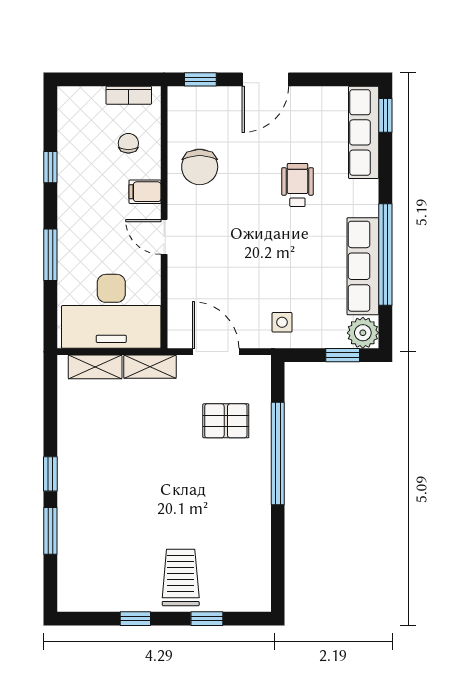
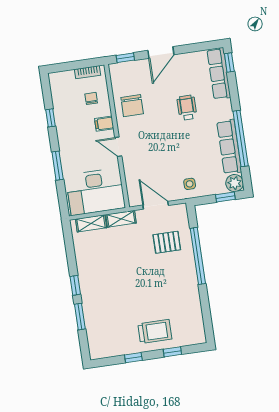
trolley: (181, 577) -> (155, 331), turned 90

